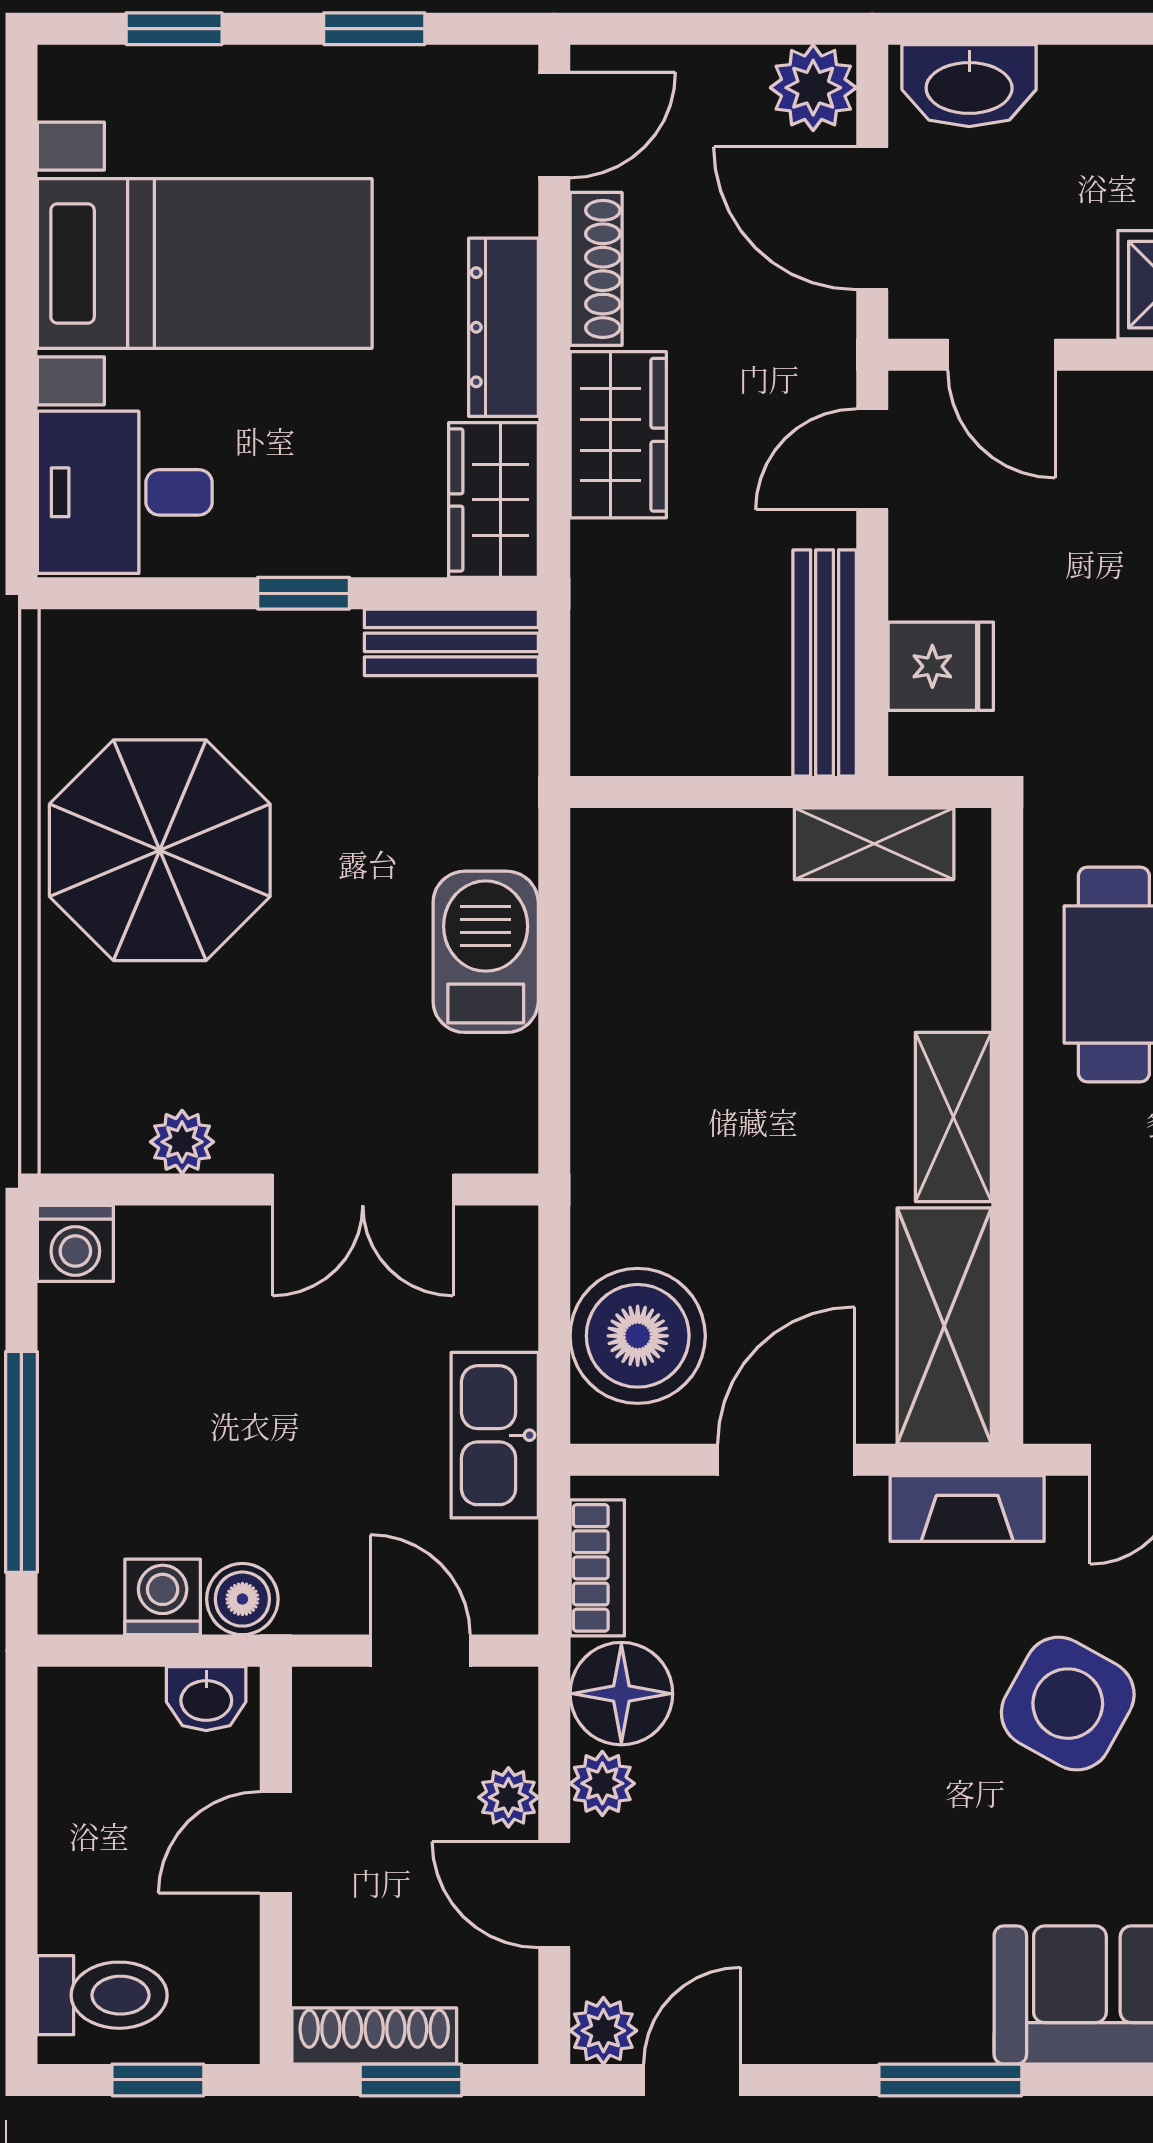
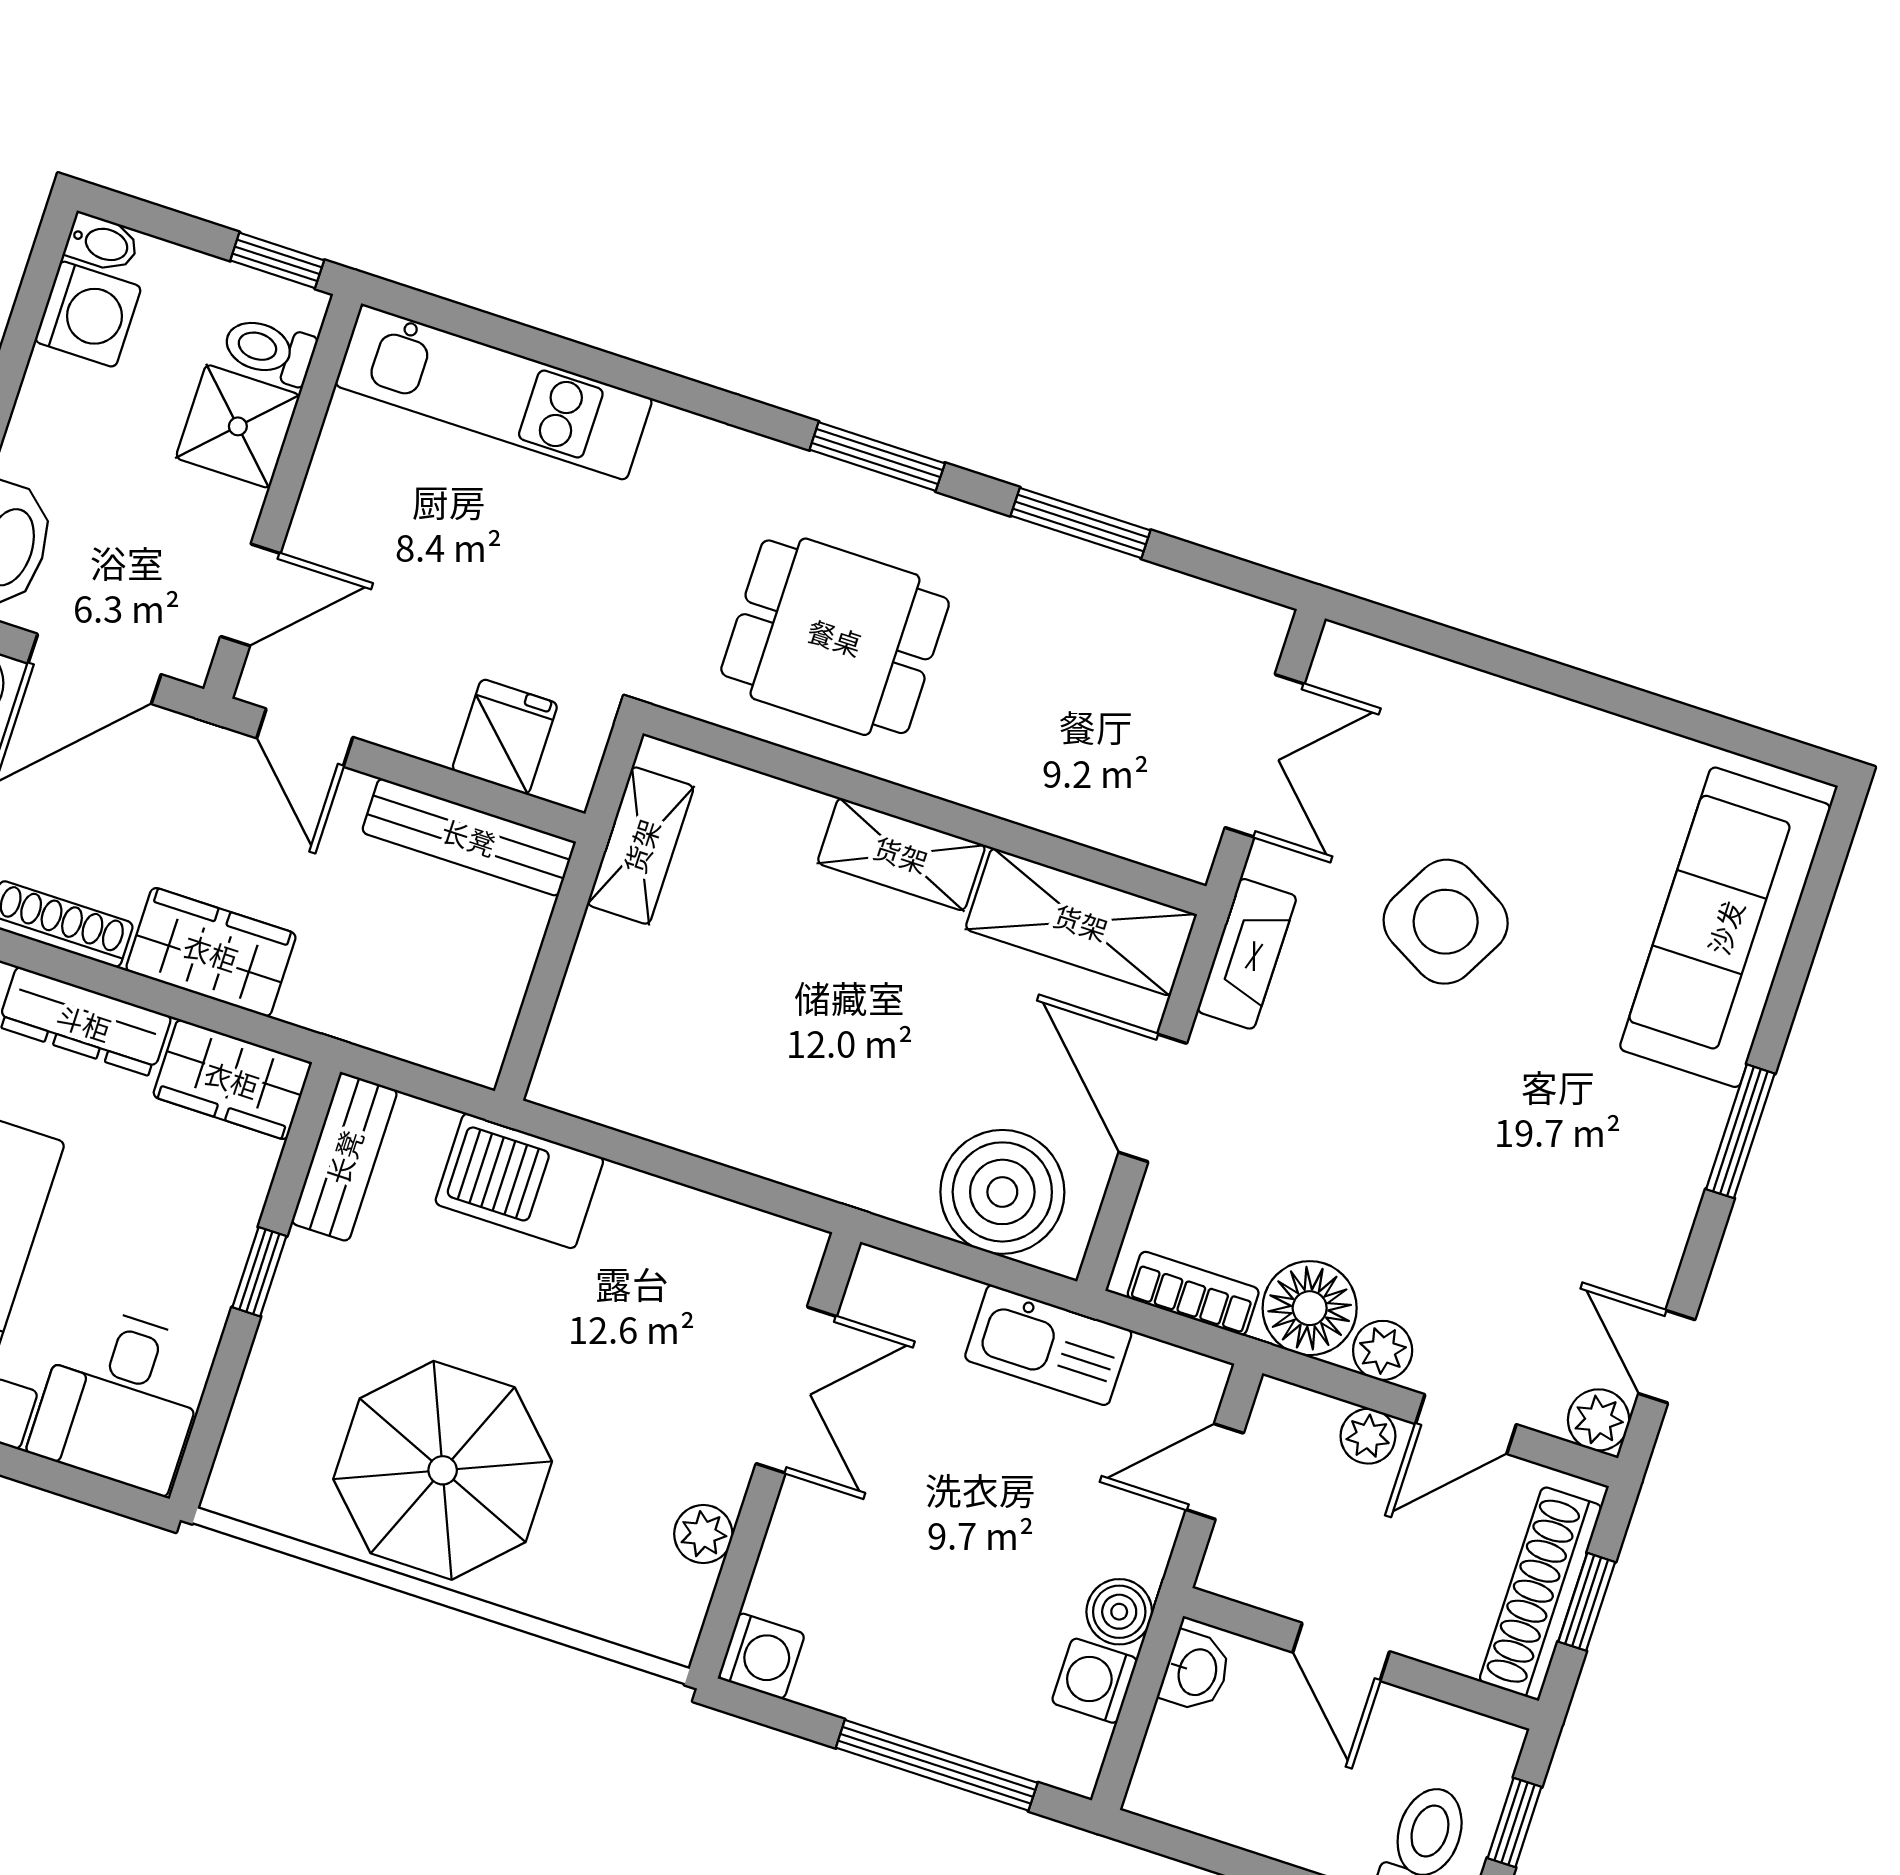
barbecue: (486, 952) -> (519, 1181), moved
shoe rack: (374, 2036) -> (1541, 1594), width x1.36, depth x1.24

